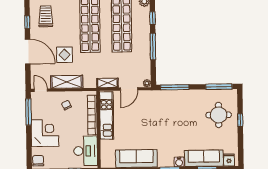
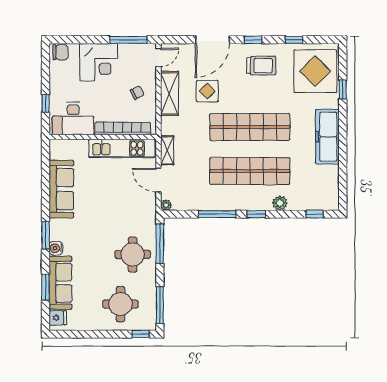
round table: (183, 107) -> (133, 254), added
window: (240, 120) -> (141, 334), moved

